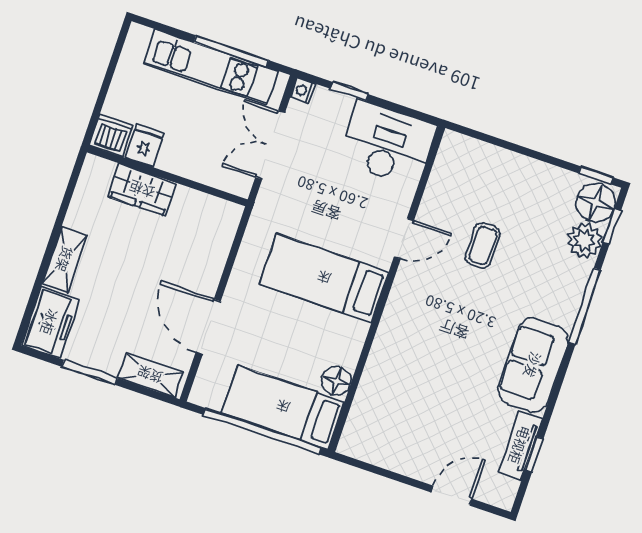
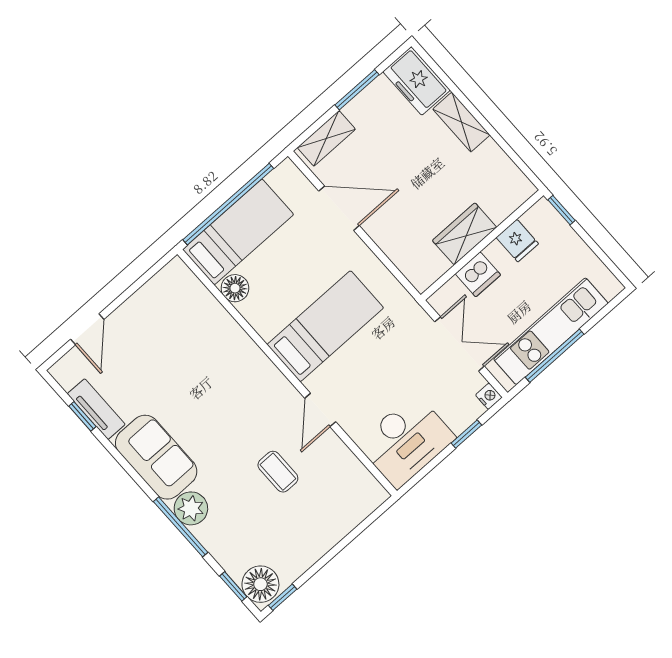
window: (94, 121) -> (561, 210), added
dishwasher: (111, 135) -> (478, 274), moved
wardrobe: (142, 190) -> (465, 234), moved
plant: (585, 241) -> (191, 508), moved

